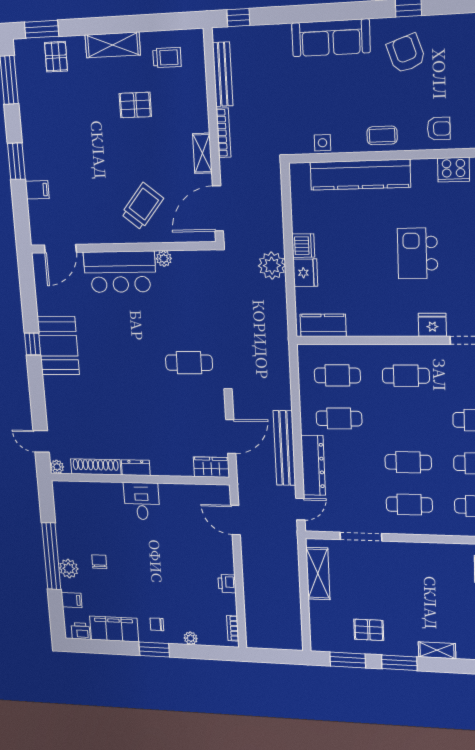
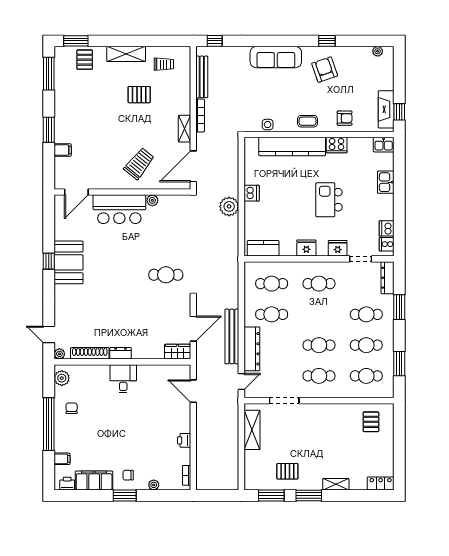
cooker: (454, 170) -> (337, 145), moved
fridge: (305, 273) -> (306, 248), moved, turned -90
chair: (99, 562) -> (72, 408), moved
plant: (69, 568) -> (62, 378), moved

